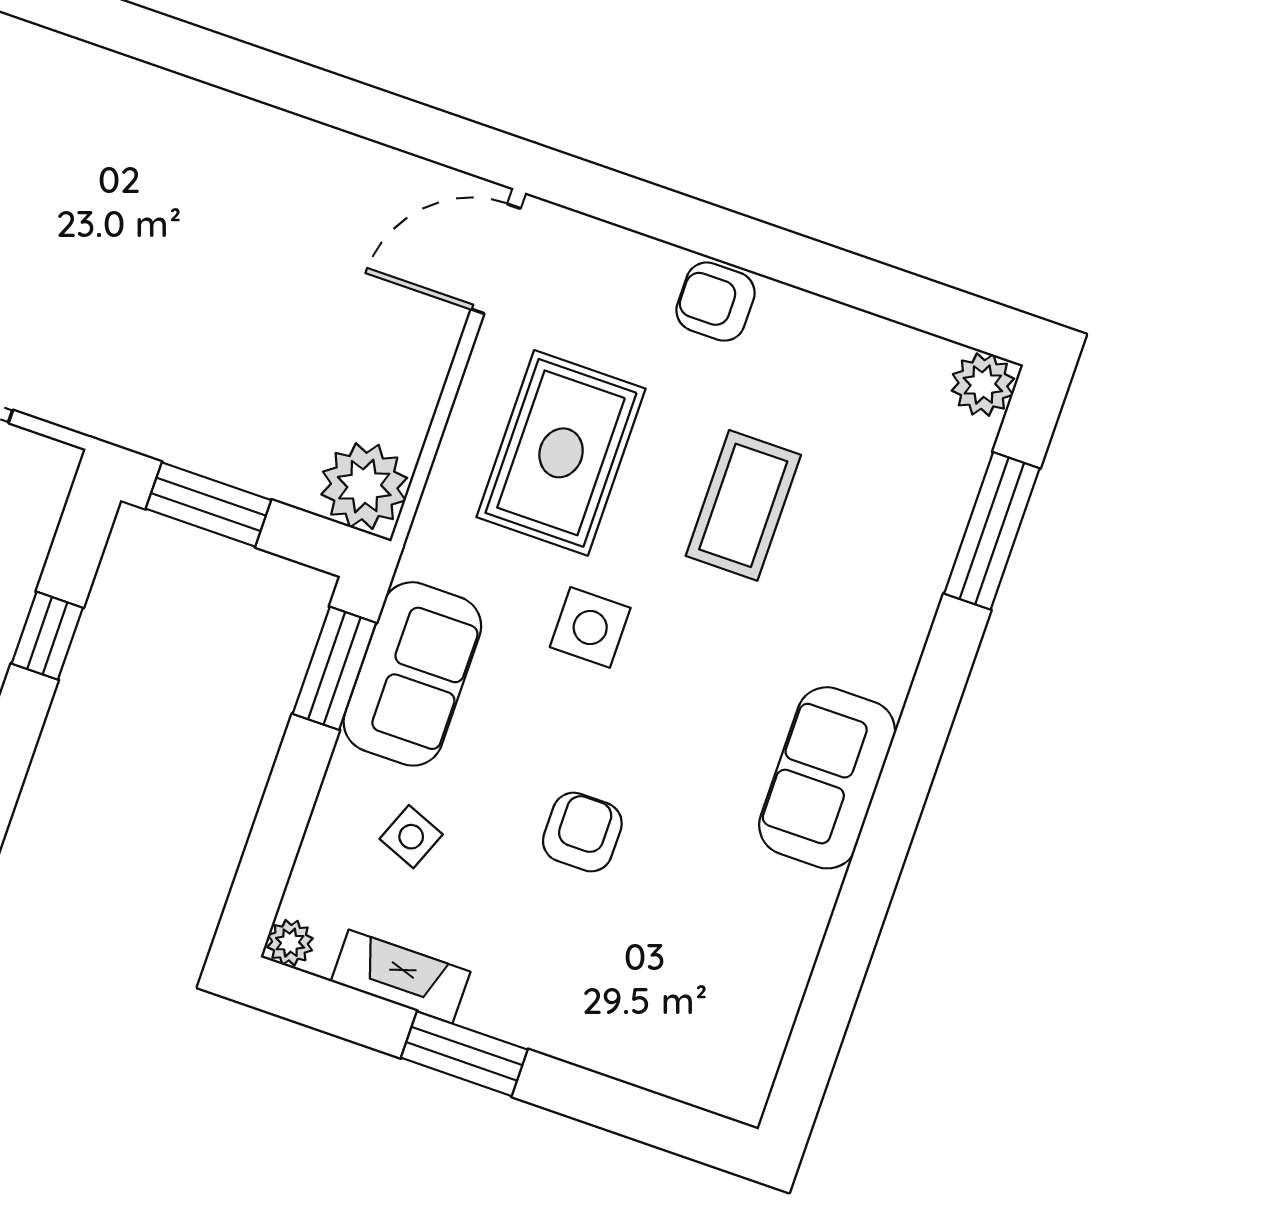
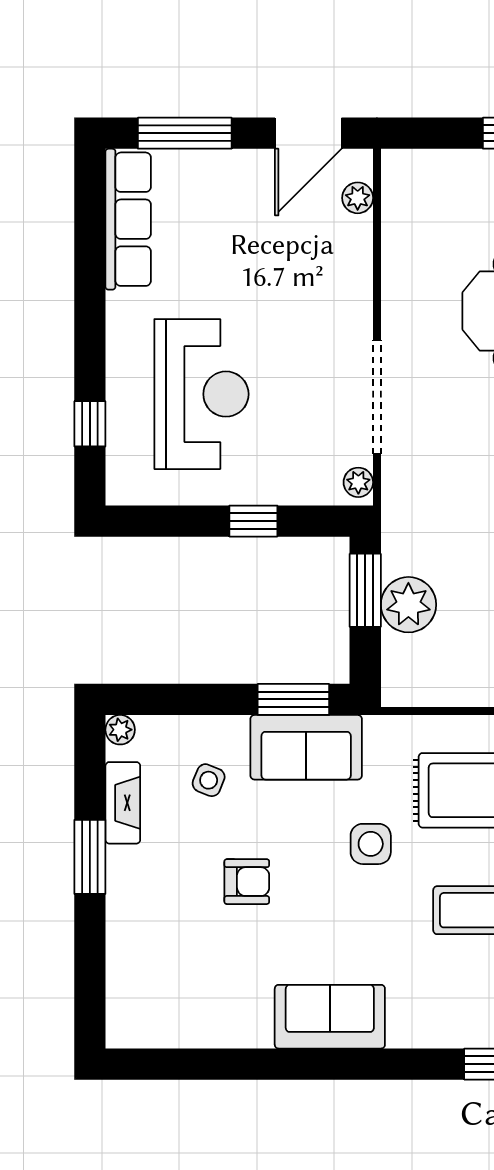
plant: (44, 459) -> (358, 482), added
plant: (364, 486) -> (408, 605), moved

